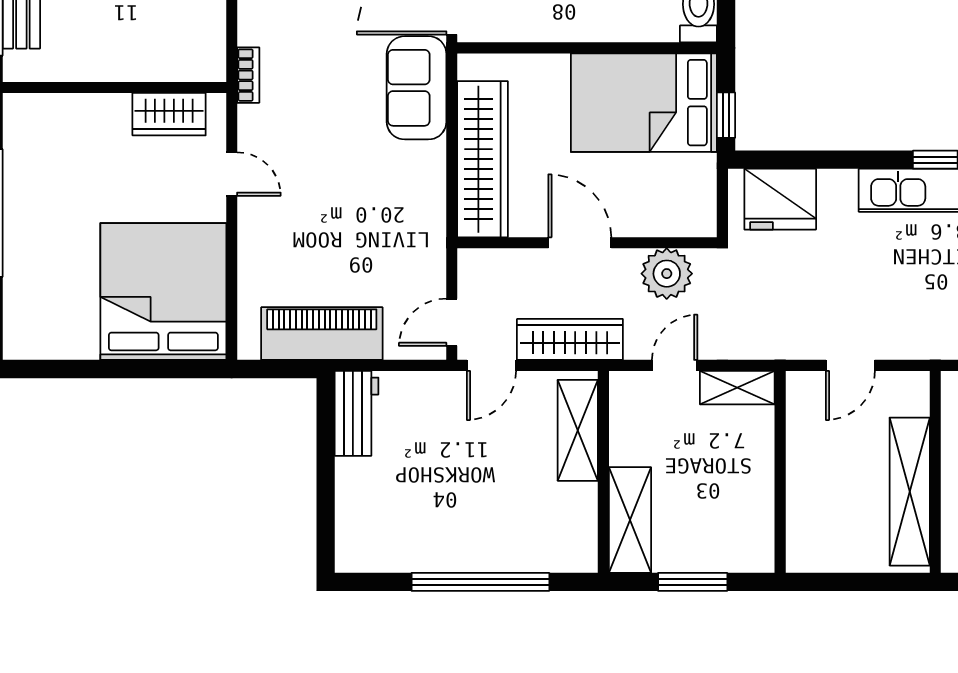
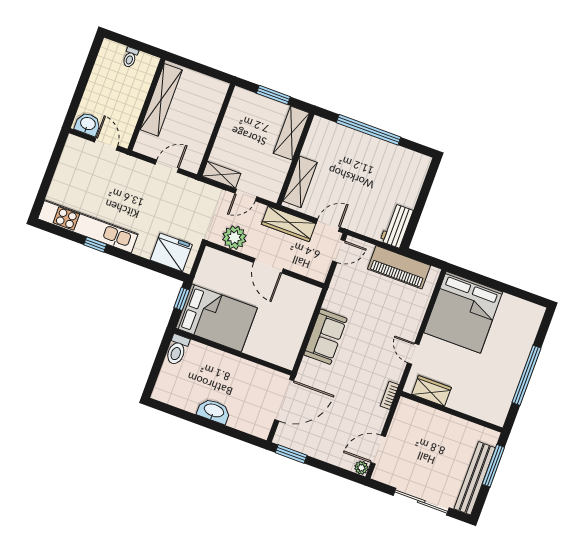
sofa: (417, 88) -> (325, 337), moved
wardrobe: (482, 159) -> (298, 319), removed

